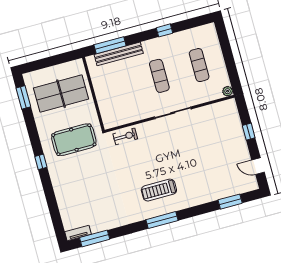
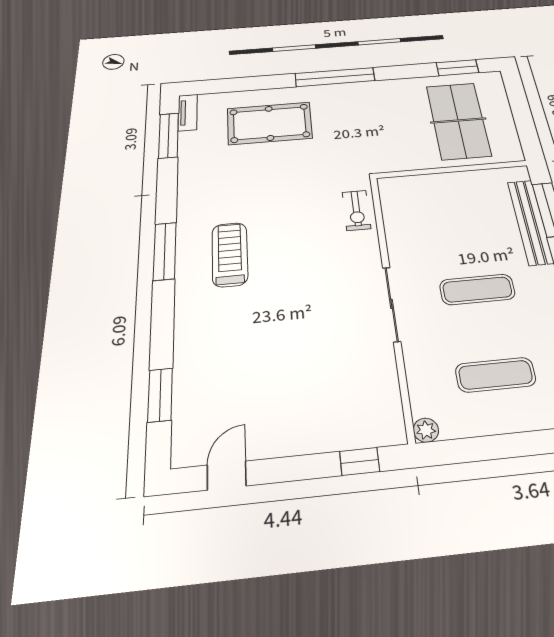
window: (249, 132) -> (360, 461), moved
pool table: (74, 140) -> (270, 123), moved, turned 90
window: (41, 162) -> (335, 77), width x3.17

